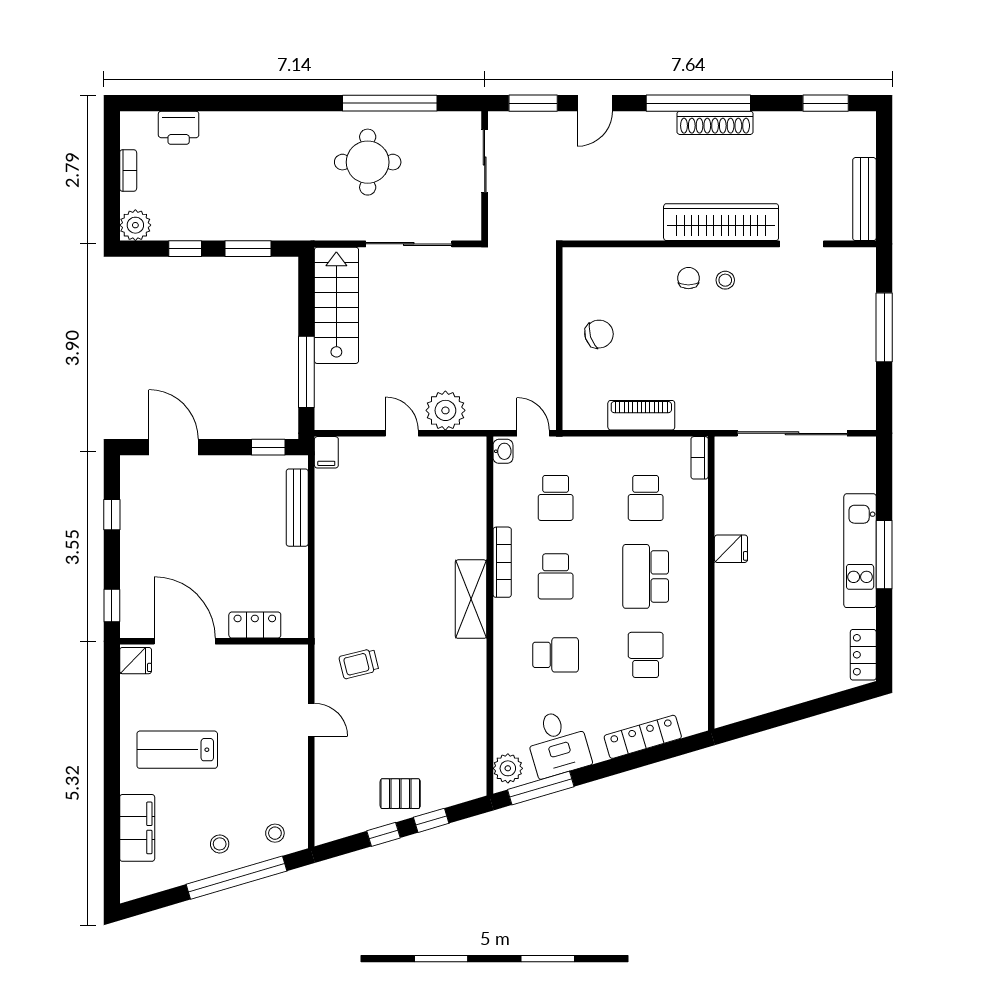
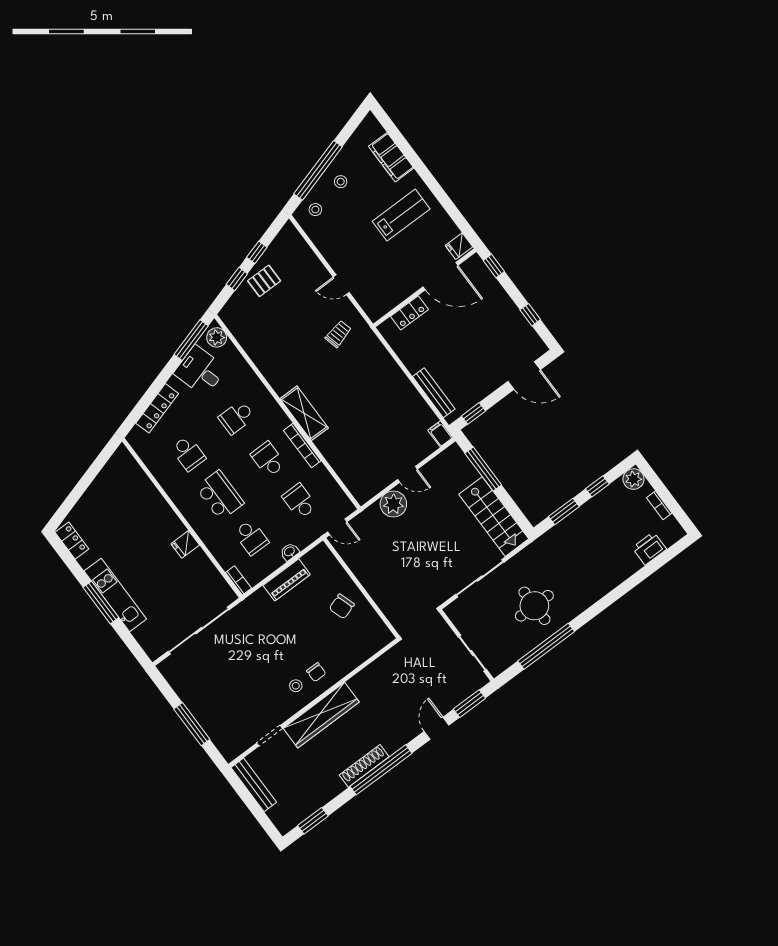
washbasin: (503, 451) -> (290, 552), moved, turned 90
school desk: (646, 498) -> (251, 537), turned 180

